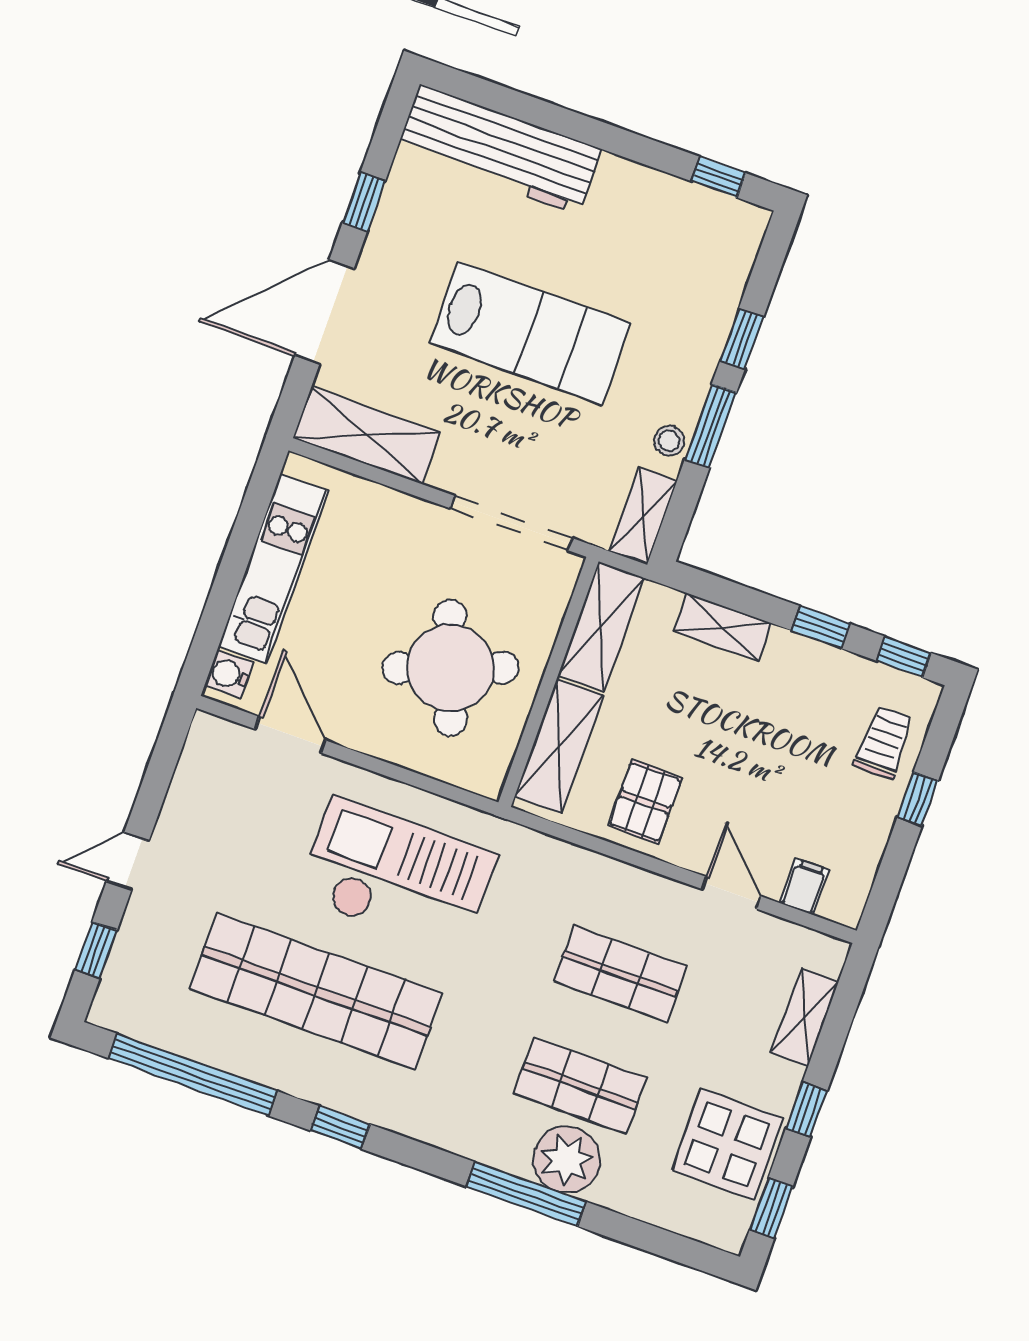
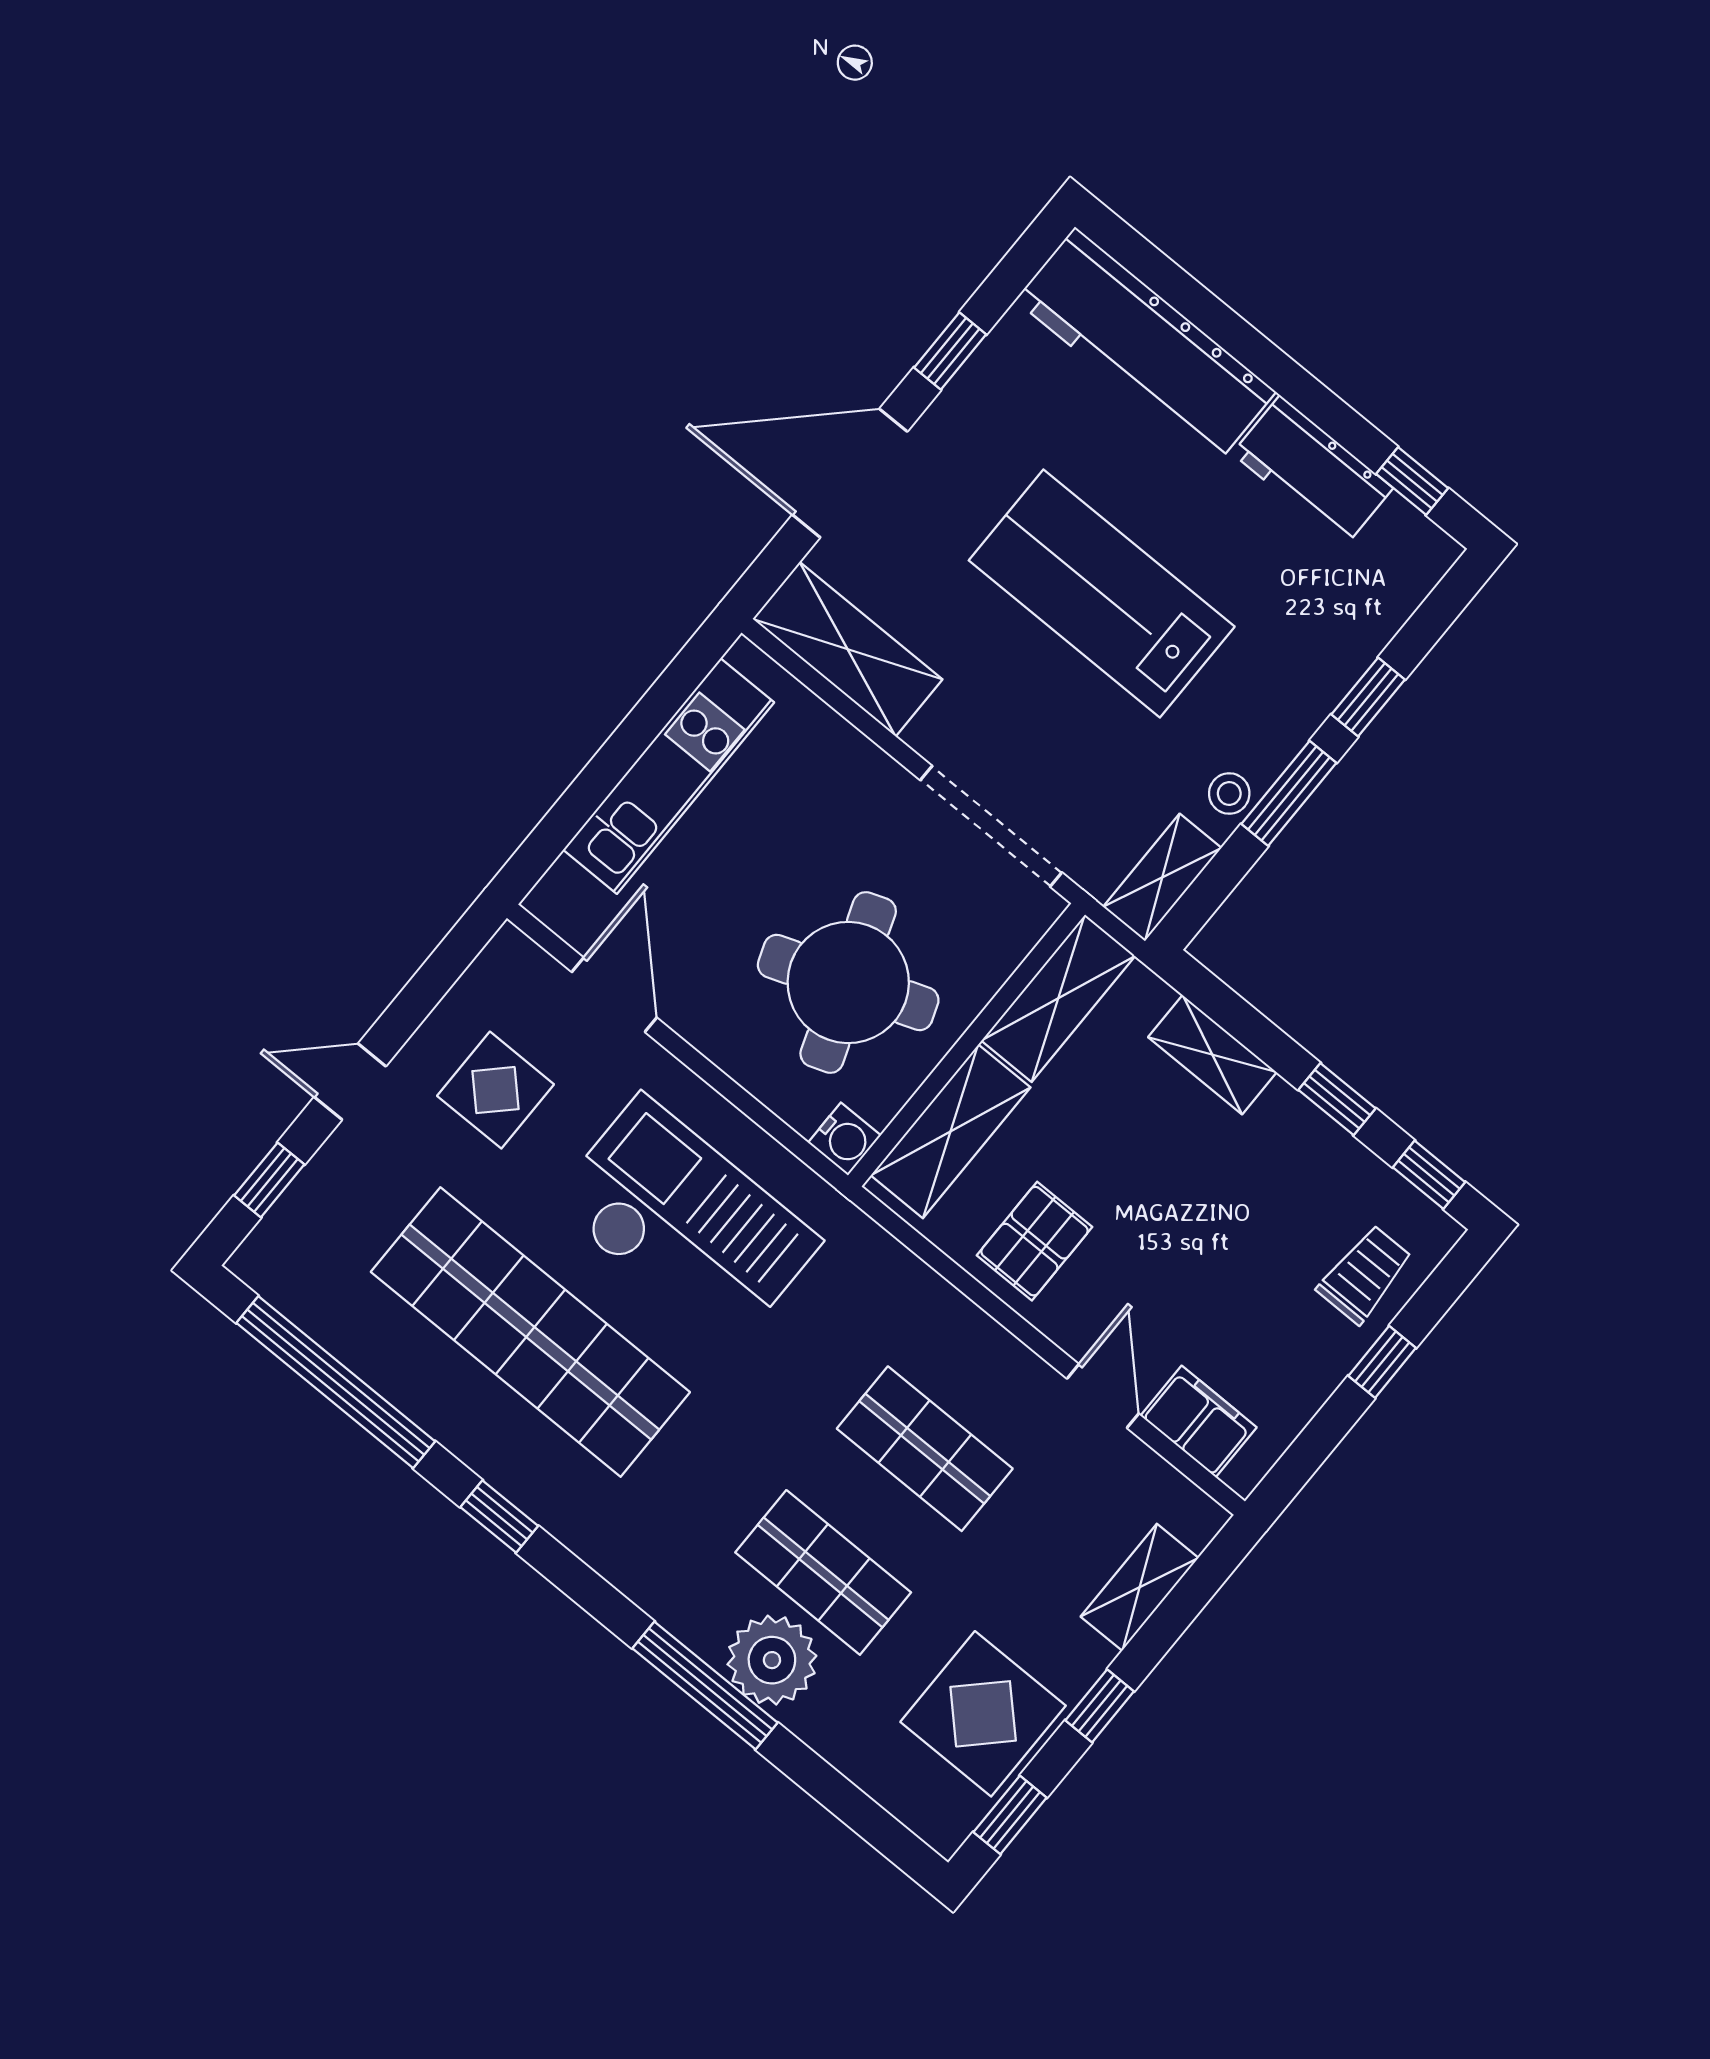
workbench: (647, 195) -> (1313, 471), added
lab bench: (530, 333) -> (1102, 593), turned 180
water cooler: (229, 674) -> (844, 1139), moved, turned 180
display table: (231, 831) -> (496, 1090), added
filing cabinet: (805, 887) -> (1199, 1421), width x2.00

